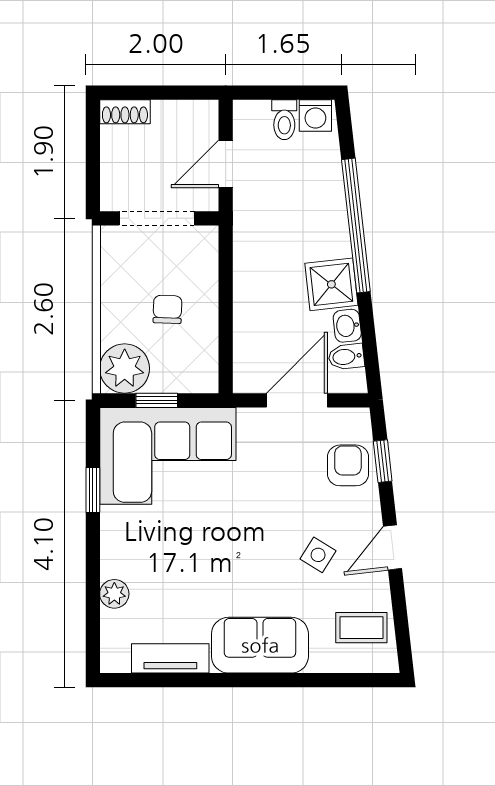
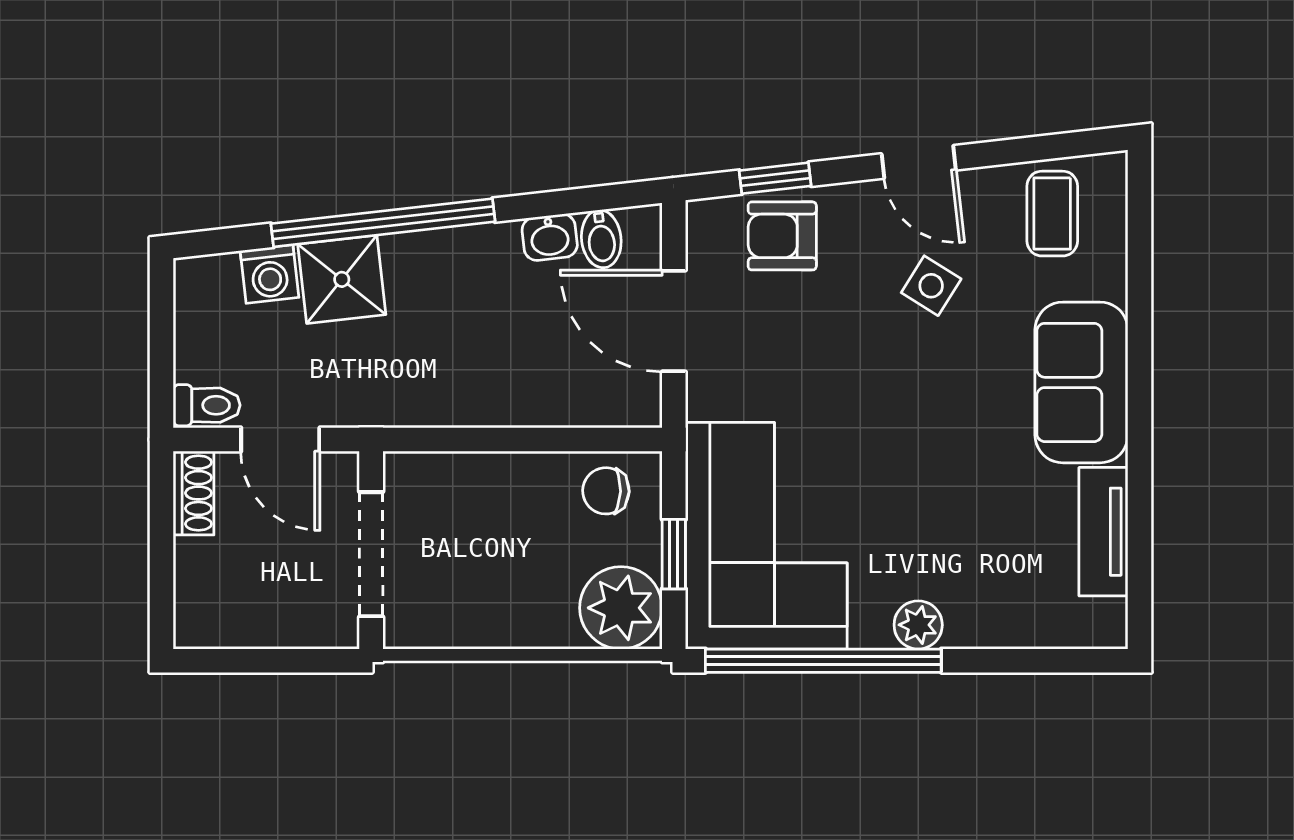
shoe rack: (125, 112) -> (194, 493), moved
washing machine: (315, 115) -> (270, 274), moved, turned 84
toilet: (284, 120) -> (207, 405), moved
shower: (331, 284) -> (342, 279), moved
chair: (167, 309) -> (606, 491), moved
window: (93, 490) -> (823, 661), width x3.17
plant: (114, 594) -> (918, 625), moved

